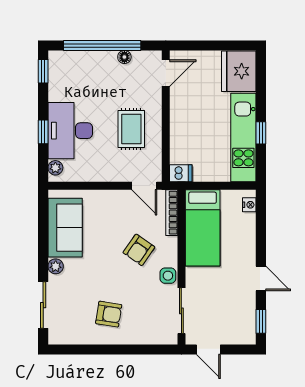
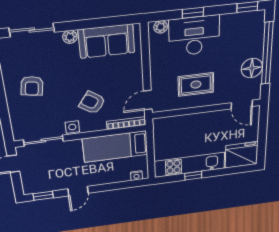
floor lamp: (124, 57) -> (252, 68), width x1.89, depth x1.89
dishwasher: (181, 173) -> (160, 126), removed

